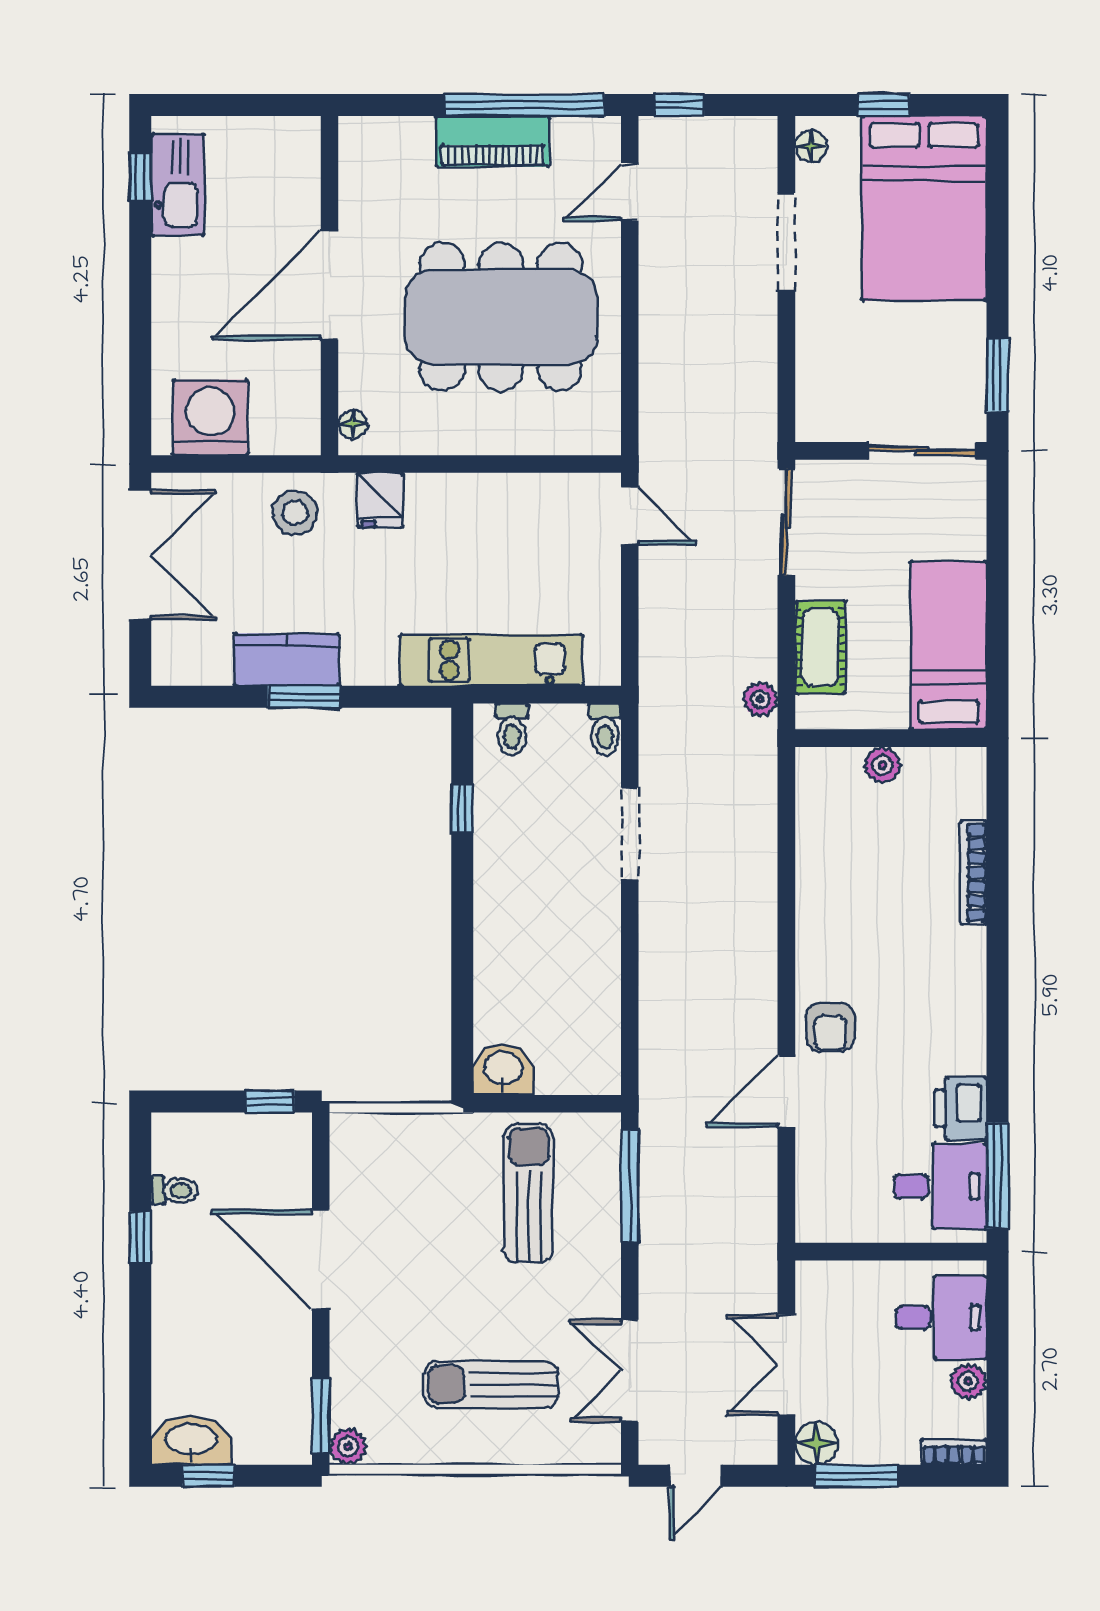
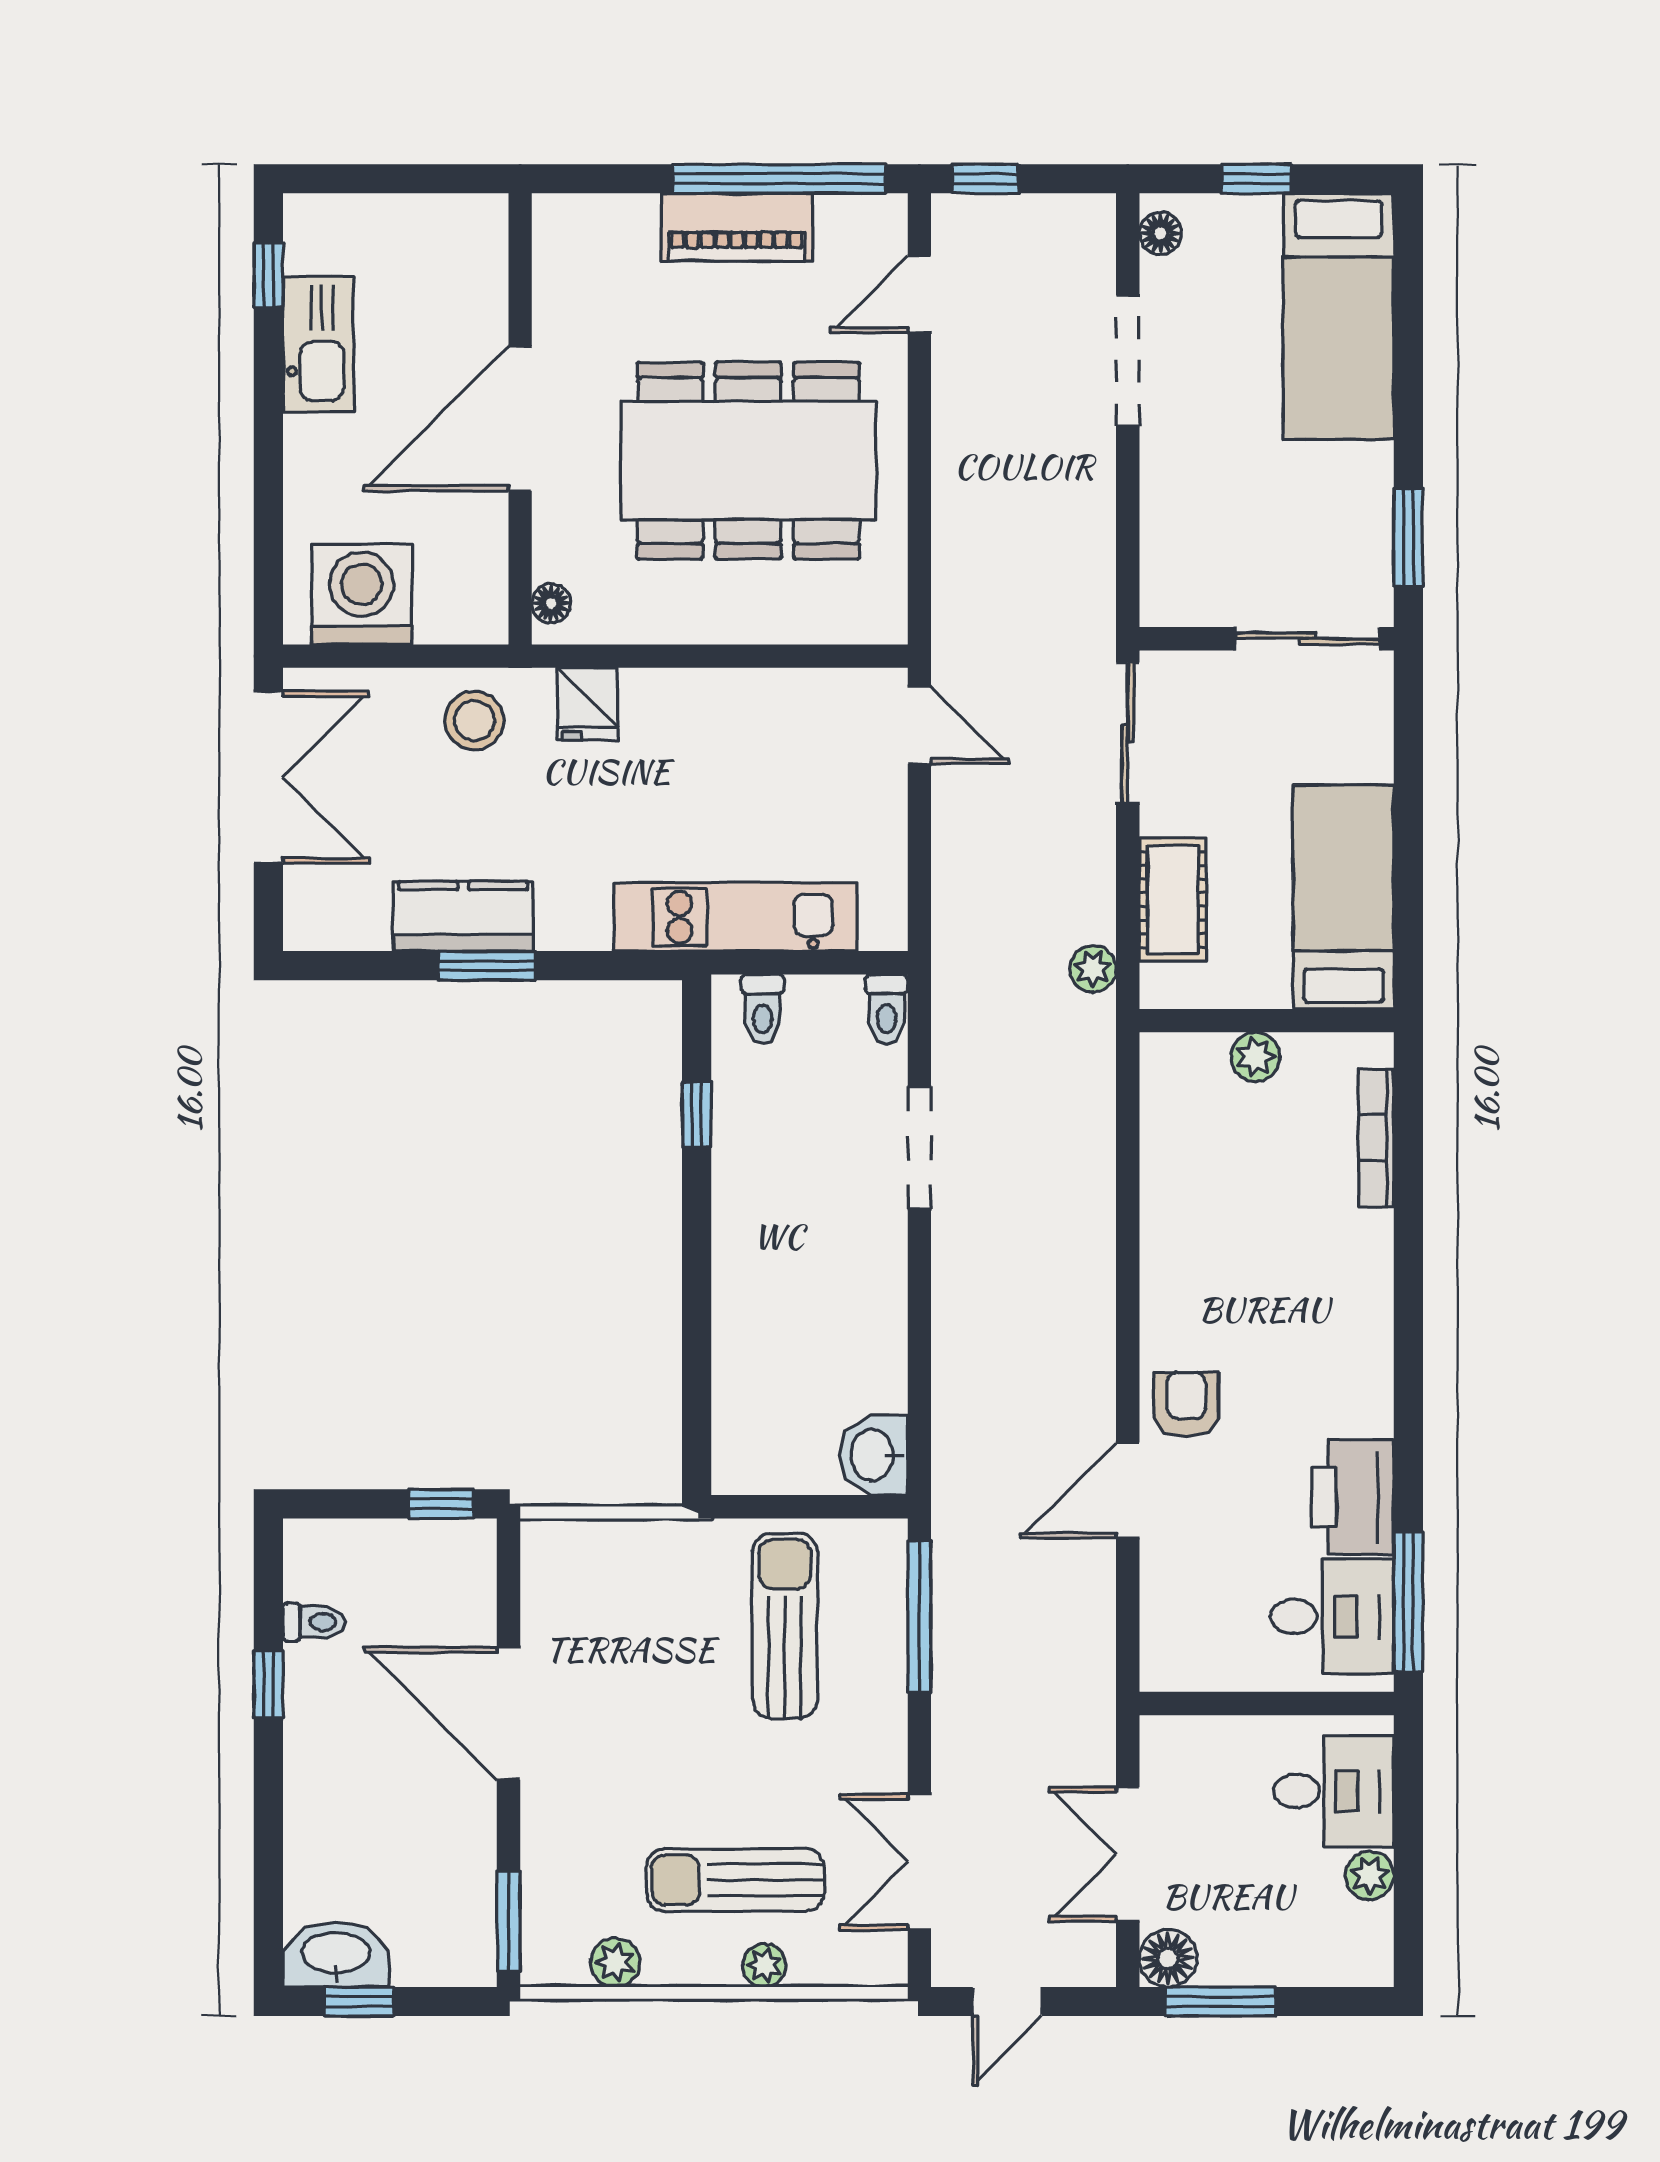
kitchen sink: (178, 185) -> (318, 344), moved
bed: (924, 208) -> (1339, 316), width x0.67
bookcase: (973, 873) -> (1376, 1138), moved
armchair: (830, 1027) -> (1186, 1405), turned 180
washbasin: (503, 1069) -> (874, 1455), moved, turned -90
printer: (961, 1108) -> (1353, 1497), width x1.37, depth x1.19
plant: (348, 1446) -> (615, 1962), moved
plant: (513, 1449) -> (764, 1965), added
bookcase: (954, 1452) -> (1350, 1970), removed

